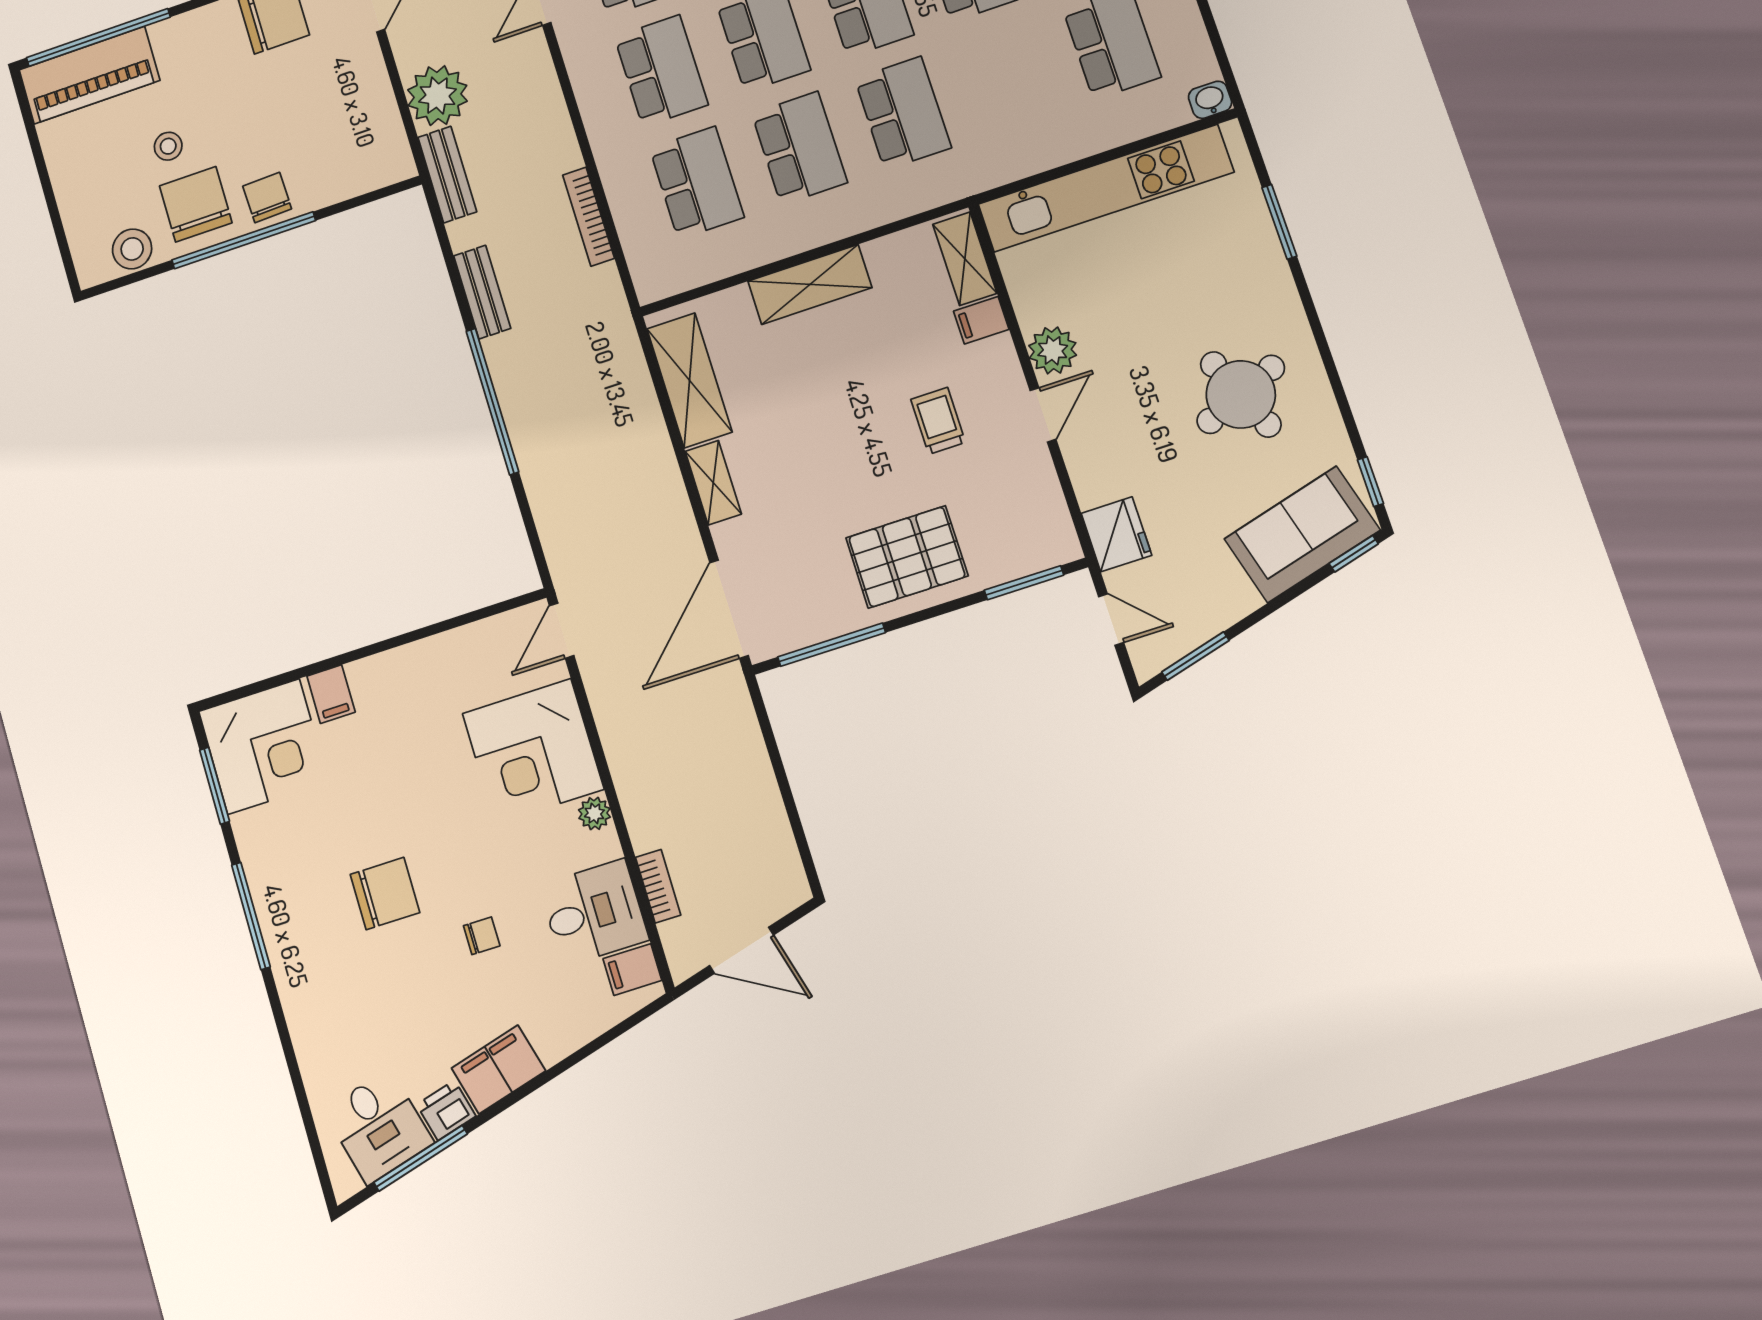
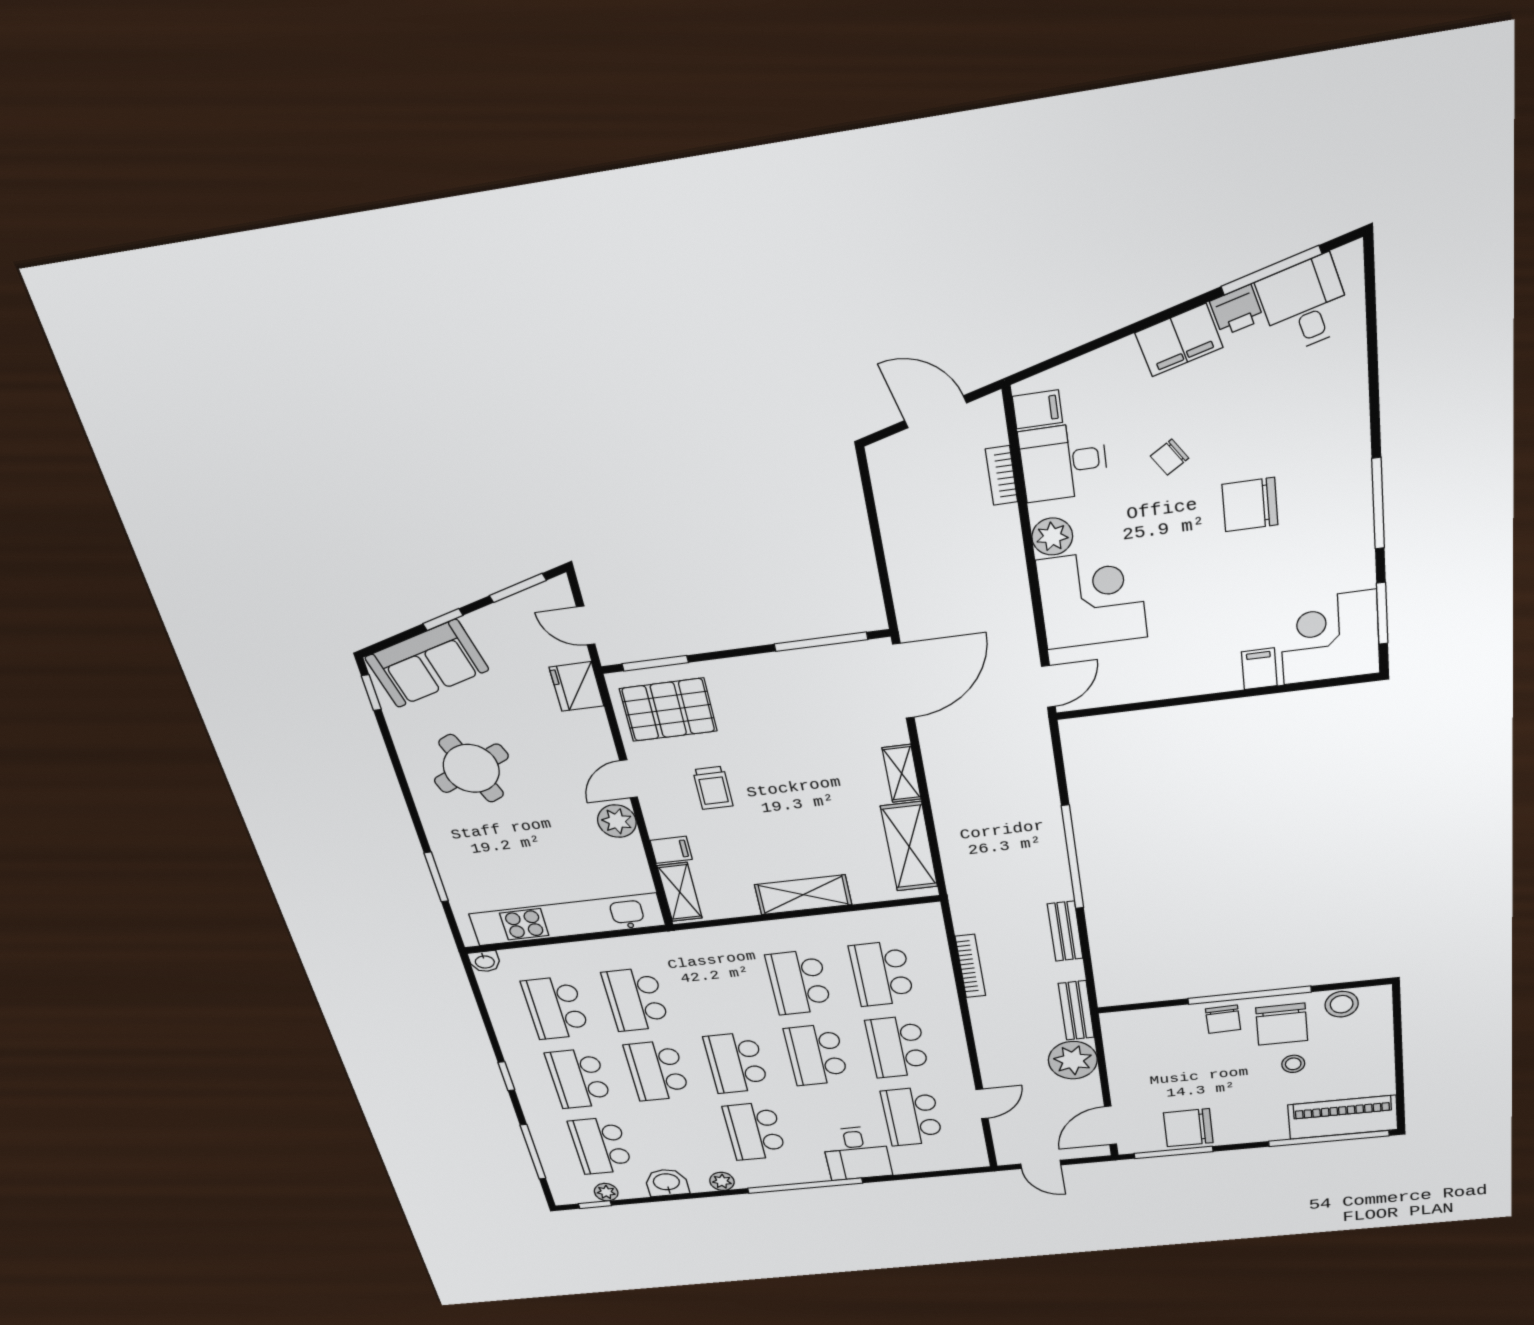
school desk: (903, 113) -> (636, 1000), moved
window: (1354, 554) -> (443, 620), moved
pallet: (907, 557) -> (668, 710), moved
plant: (594, 813) -> (1052, 537), width x1.38, depth x1.38
chair: (482, 936) -> (1170, 457), turned -33

